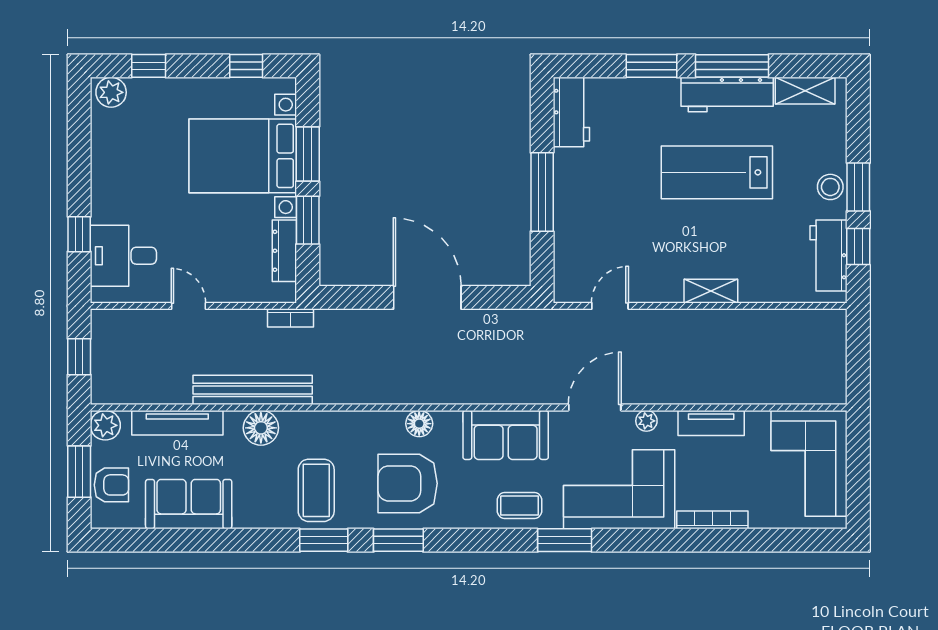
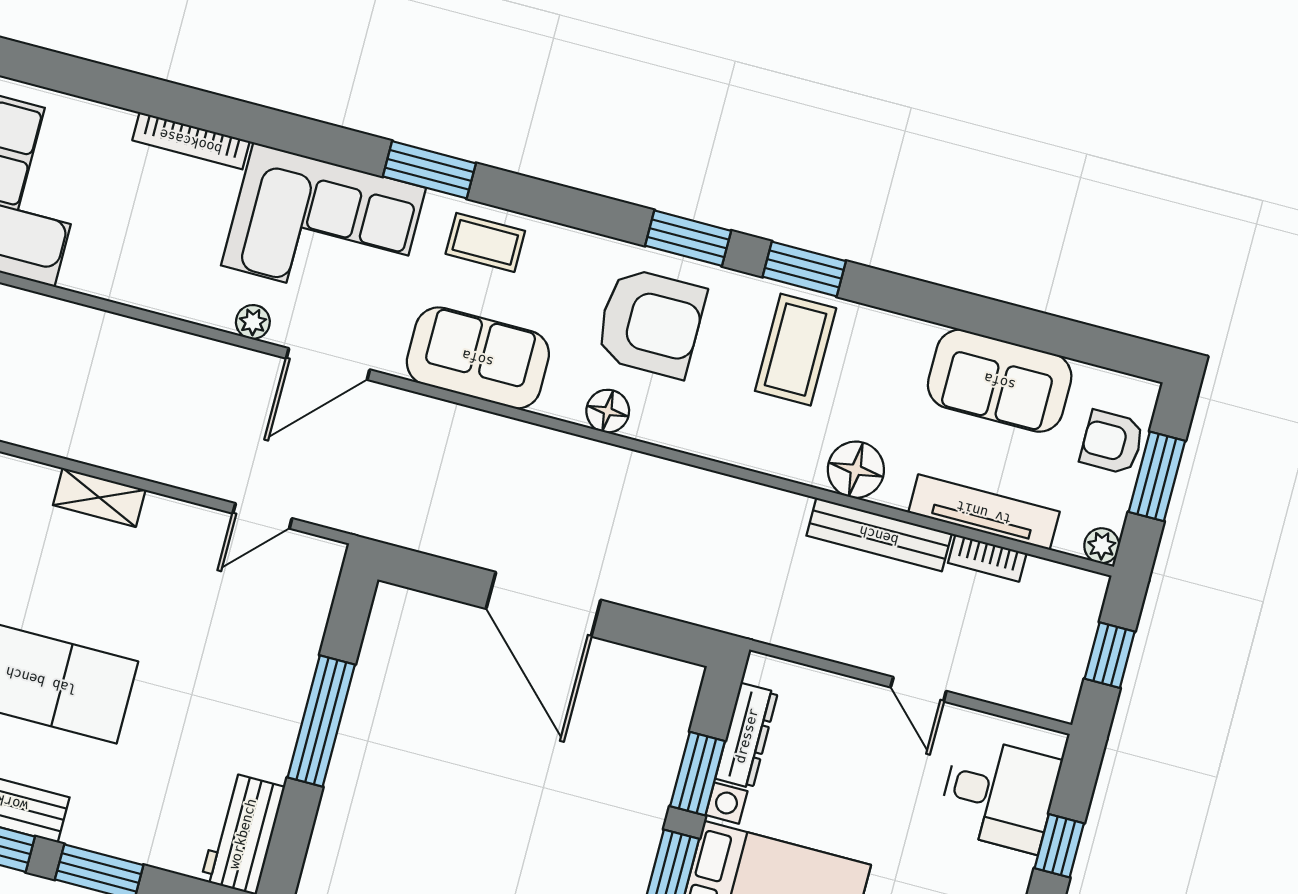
bookcase: (291, 318) -> (987, 558), moved, turned 180
bench: (253, 390) -> (879, 535), width x0.73, depth x0.82
tv unit: (711, 423) -> (153, 292), removed
plant: (105, 425) -> (1102, 546), width x0.73, depth x0.73

